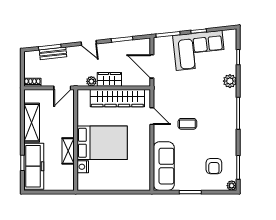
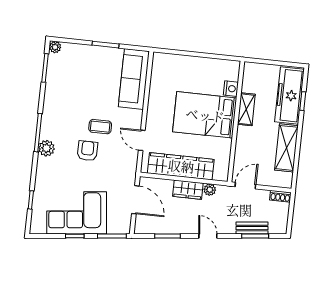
plant: (230, 81) -> (46, 148), moved
armchair: (214, 166) -> (87, 151), moved

